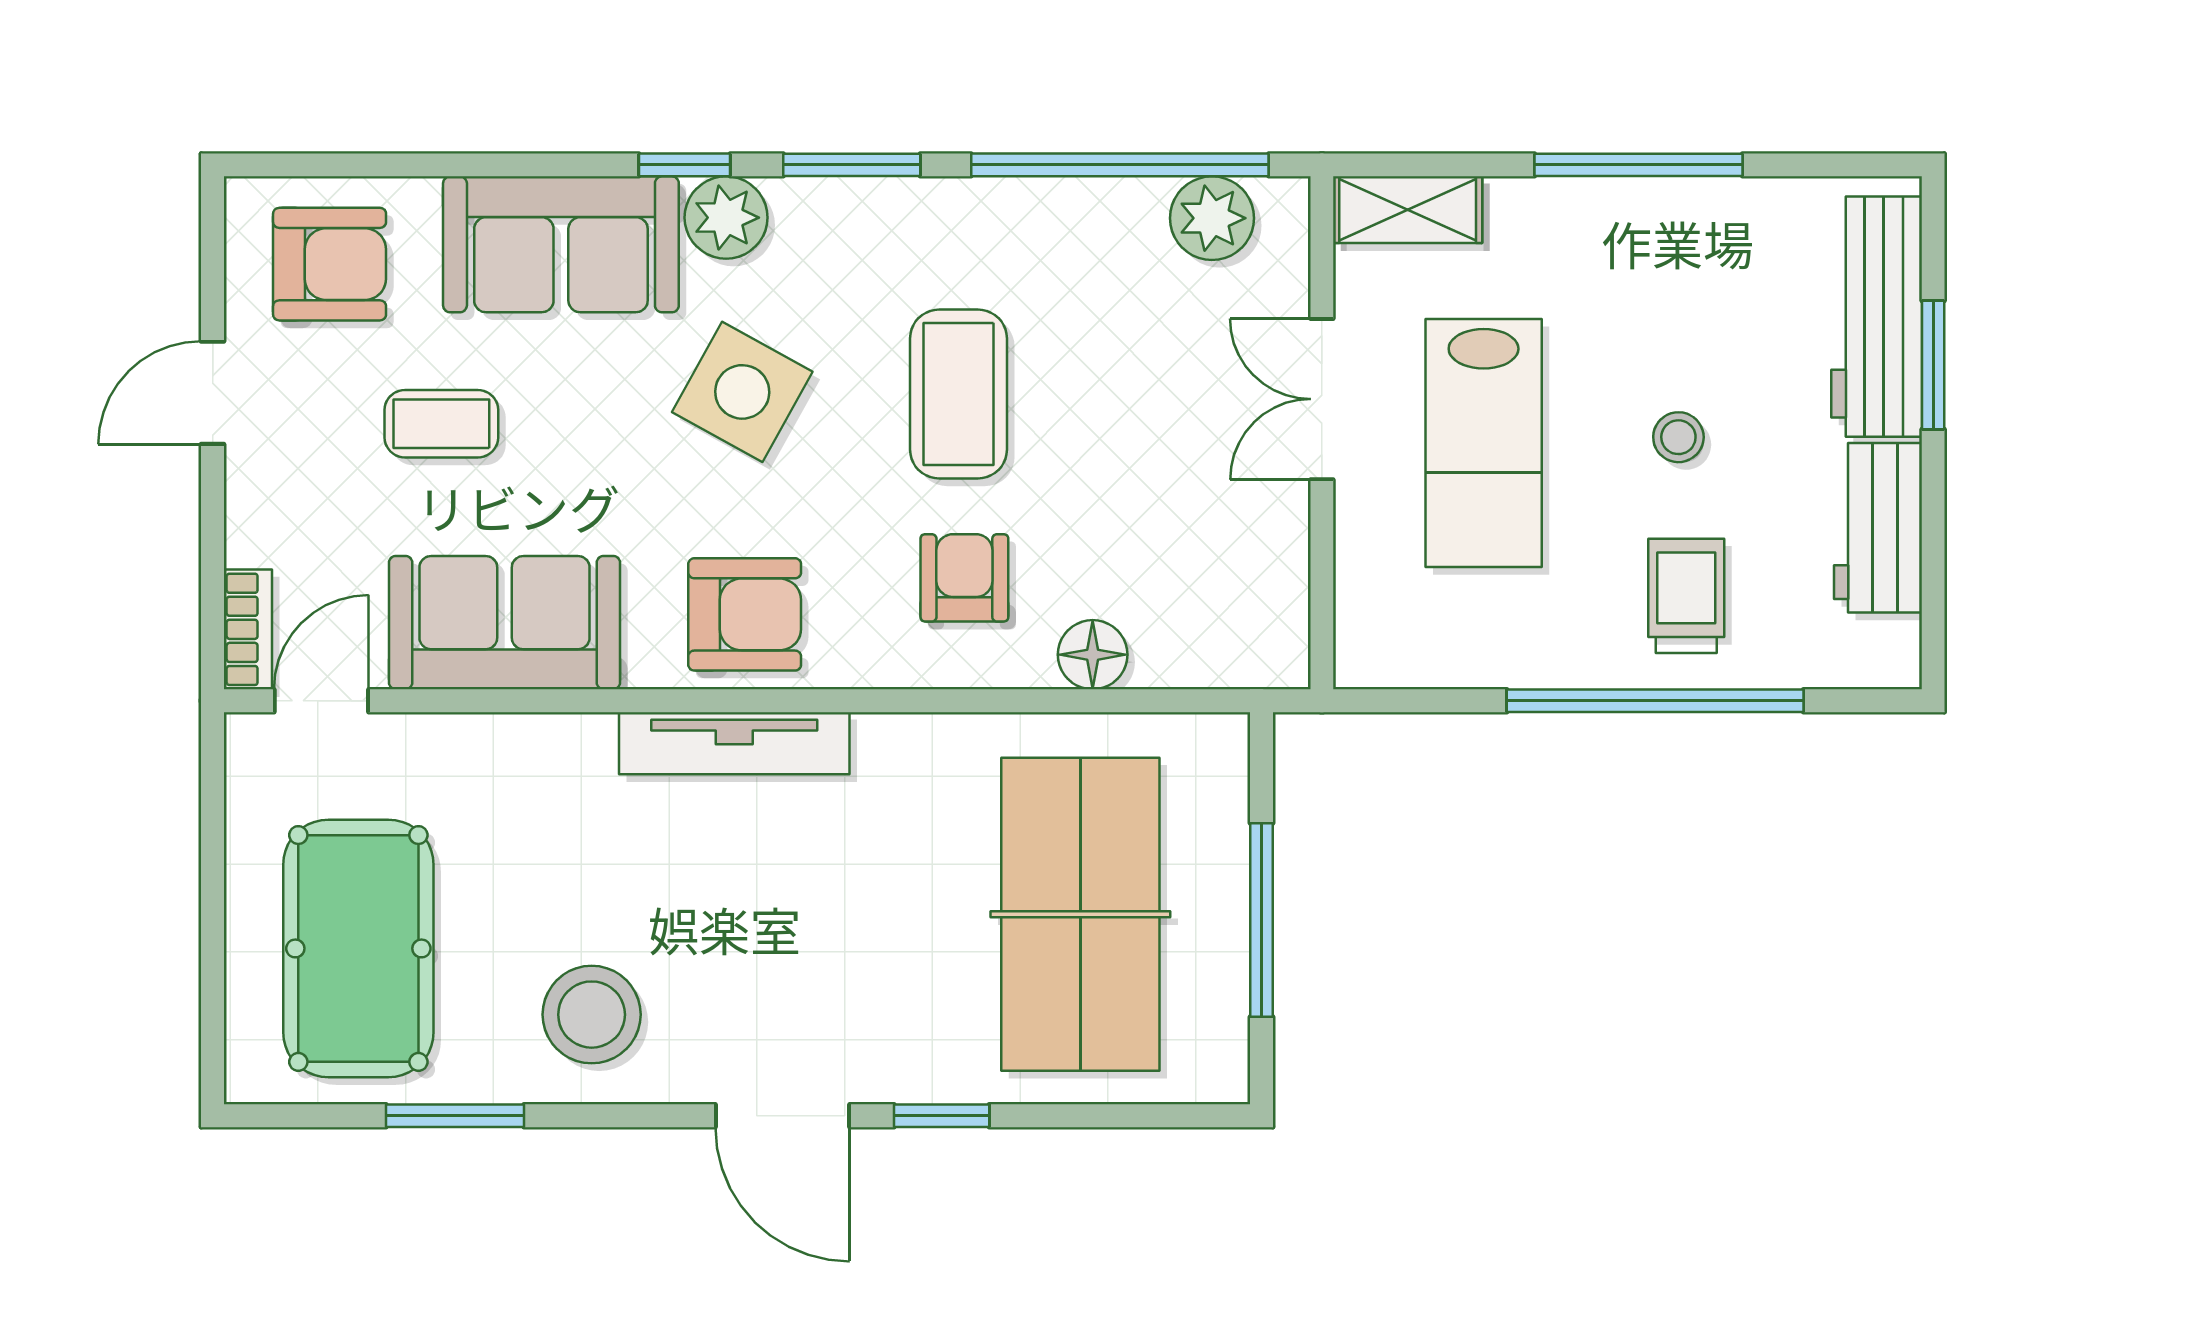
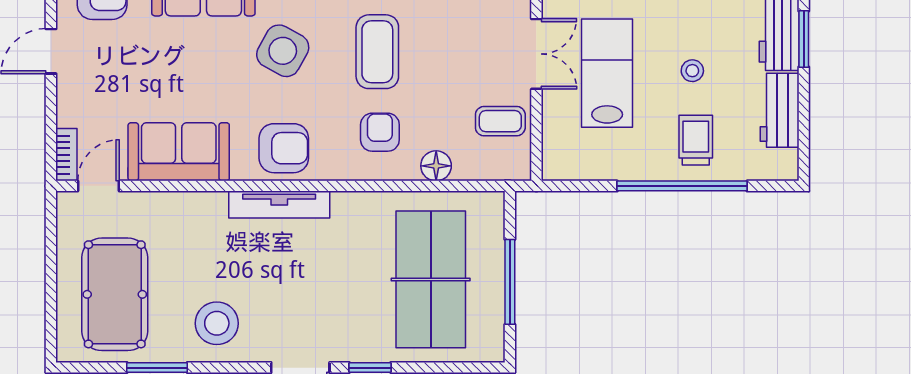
double door: (1322, 399) -> (536, 54), swing flipped
coffee table: (441, 424) -> (500, 121), moved
lab bench: (1484, 443) -> (607, 73), turned 180

